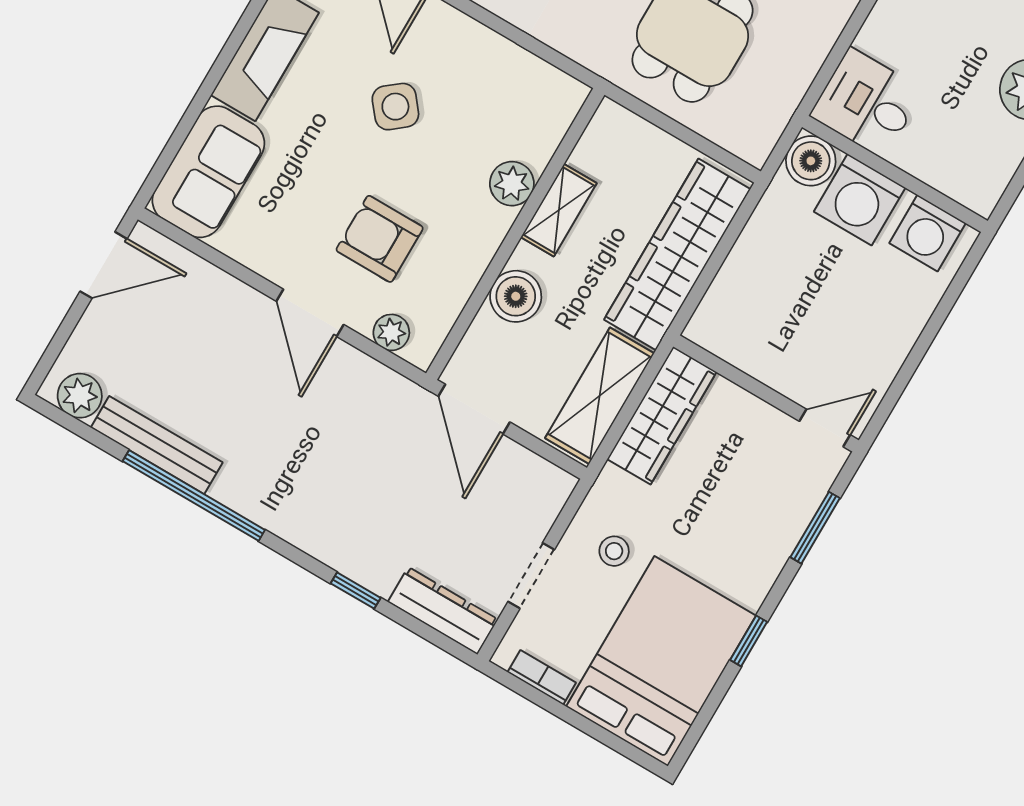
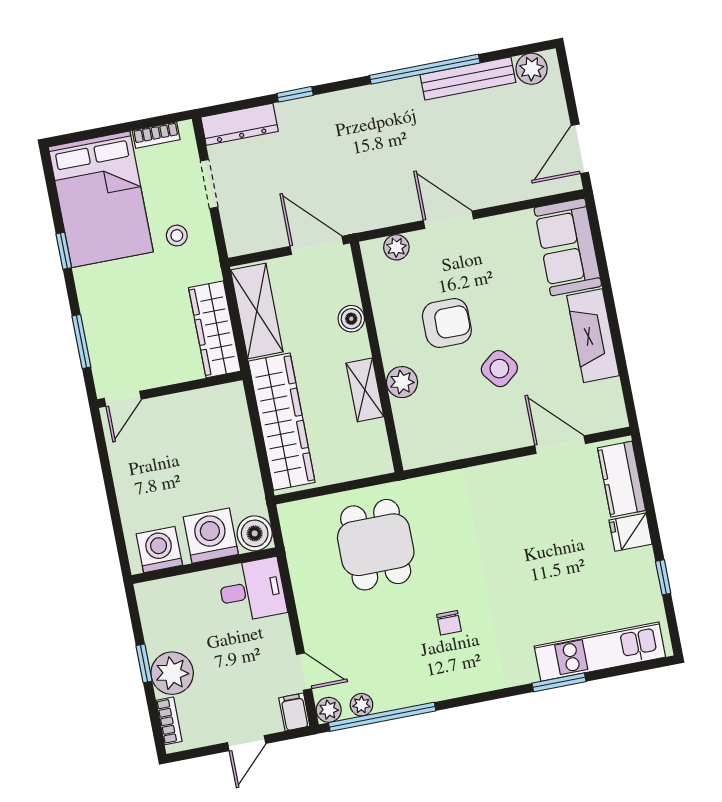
armchair: (380, 239) -> (447, 323), moved
boiler: (516, 296) -> (351, 319), width x0.73, depth x0.73

